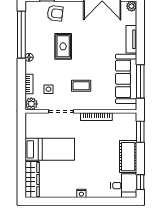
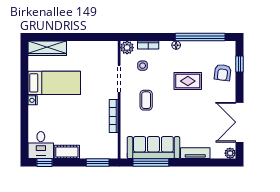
bed: (50, 149) -> (54, 83), moved, turned -90
cot: (128, 157) -> (67, 152), width x0.73, depth x0.75

